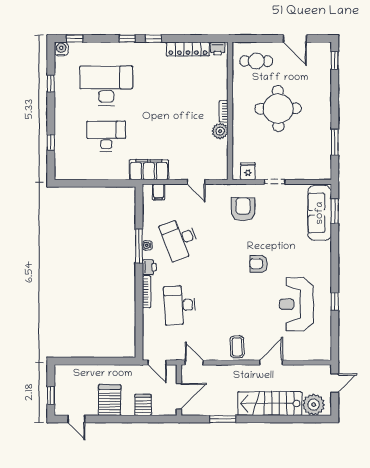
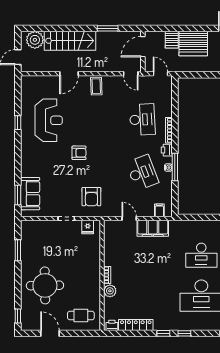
round table: (278, 109) -> (45, 285), moved
plant: (220, 131) -> (110, 291), moved
filing cabinet: (149, 170) -> (153, 228), moved
sofa: (320, 213) -> (30, 194), width x0.73
server rack: (110, 400) -> (193, 43), width x1.60

